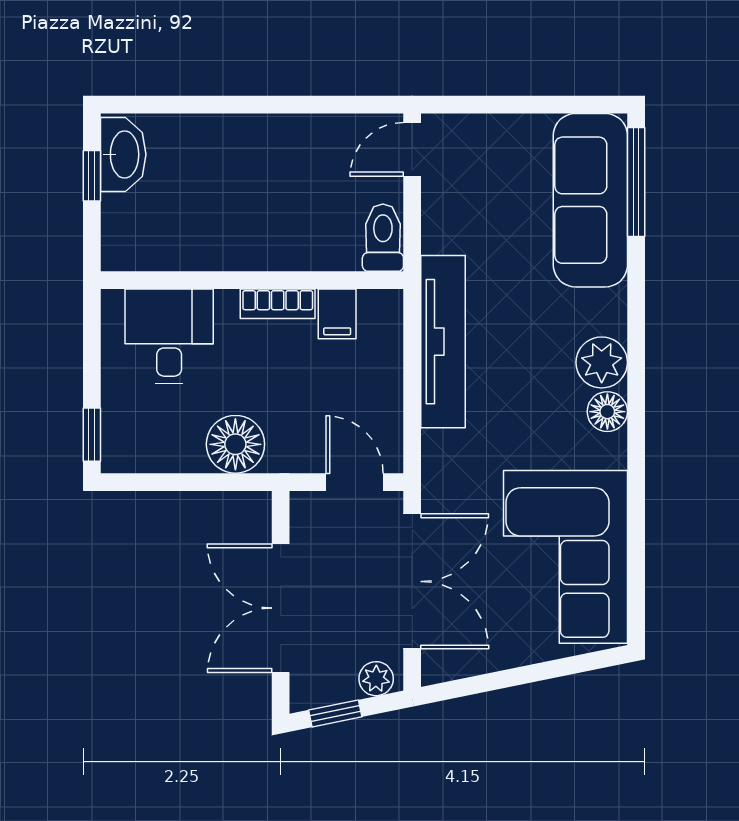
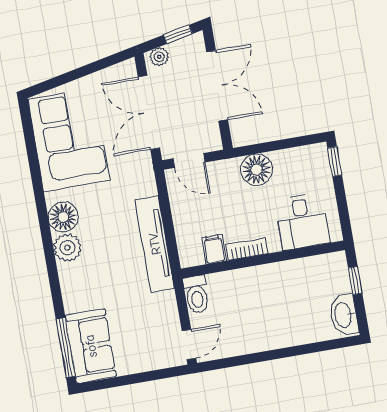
window: (92, 176) -> (355, 281), moved
sofa: (590, 200) -> (91, 346), width x0.73
floor lamp: (607, 412) -> (63, 217), width x1.38, depth x1.38

